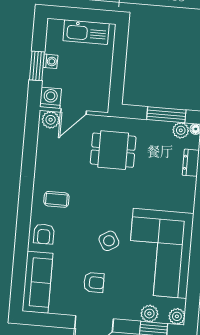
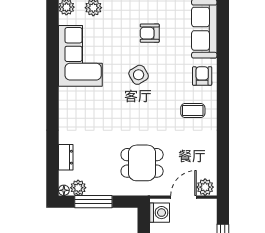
washing machine: (50, 98) -> (160, 213), moved, turned -90
corner sofa: (160, 253) -> (80, 56), width x0.73, depth x0.74

